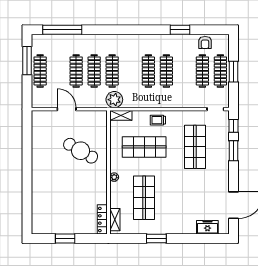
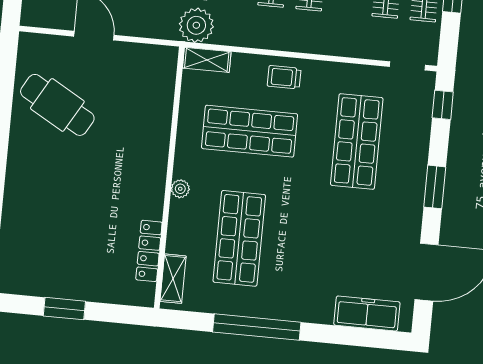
cafe table: (81, 151) -> (57, 105), moved
window: (234, 151) -> (435, 187), moved
locker: (102, 219) -> (149, 251), moved
freezer: (207, 227) -> (367, 314), width x1.40
window: (156, 239) -> (257, 327), width x2.11

